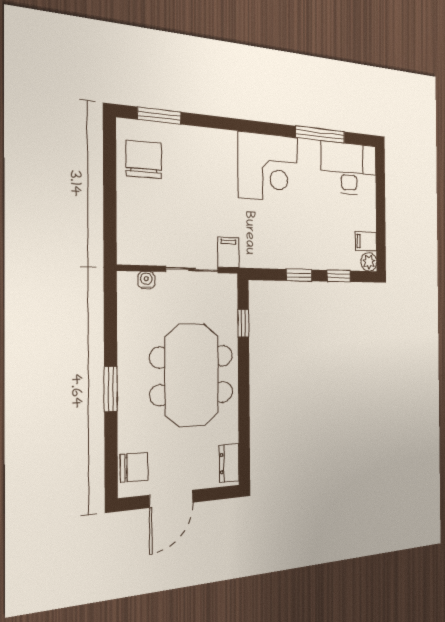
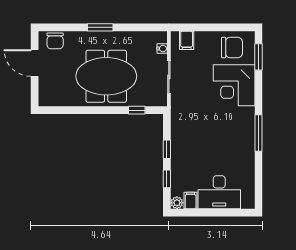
window: (320, 134) -> (259, 133), moved
corner desk: (268, 167) -> (234, 85), moved
desk: (349, 169) -> (219, 192), moved, turned 90
filing cabinet: (228, 252) -> (187, 40), moved, turned 90
dresser: (229, 463) -> (52, 100), removed

